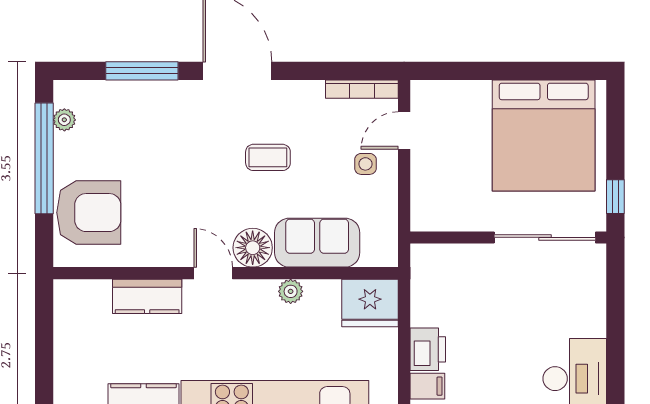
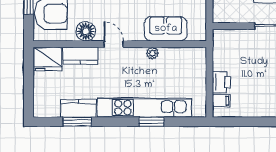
floor lamp: (253, 248) -> (86, 31), moved
fridge: (370, 303) -> (48, 59), moved

